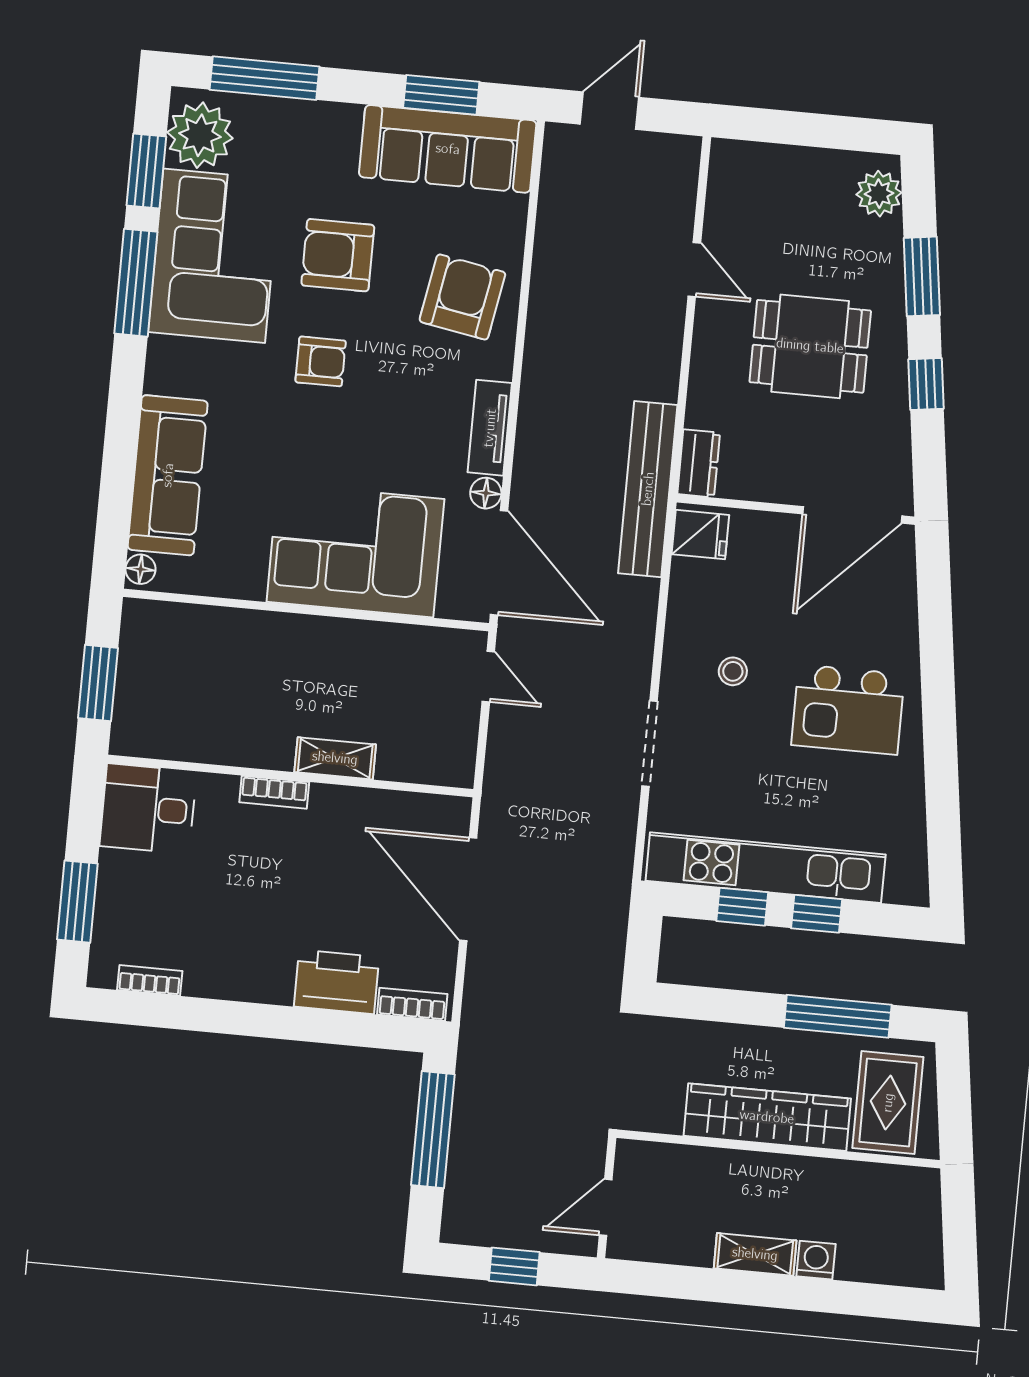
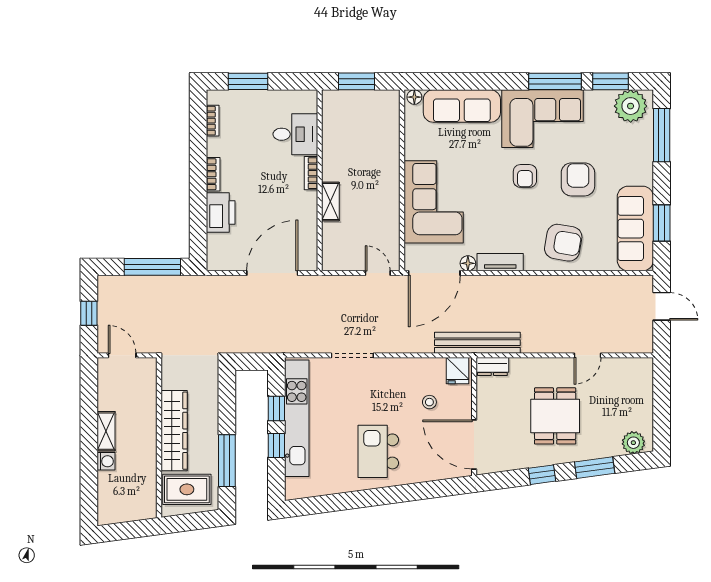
corner sofa: (214, 256) -> (543, 119), moved
stool: (733, 671) -> (429, 402), moved
door: (488, 677) -> (378, 273), swing flipped
desk: (148, 809) -> (295, 134), moved, turned 90
bookcase: (412, 1004) -> (213, 174), moved

